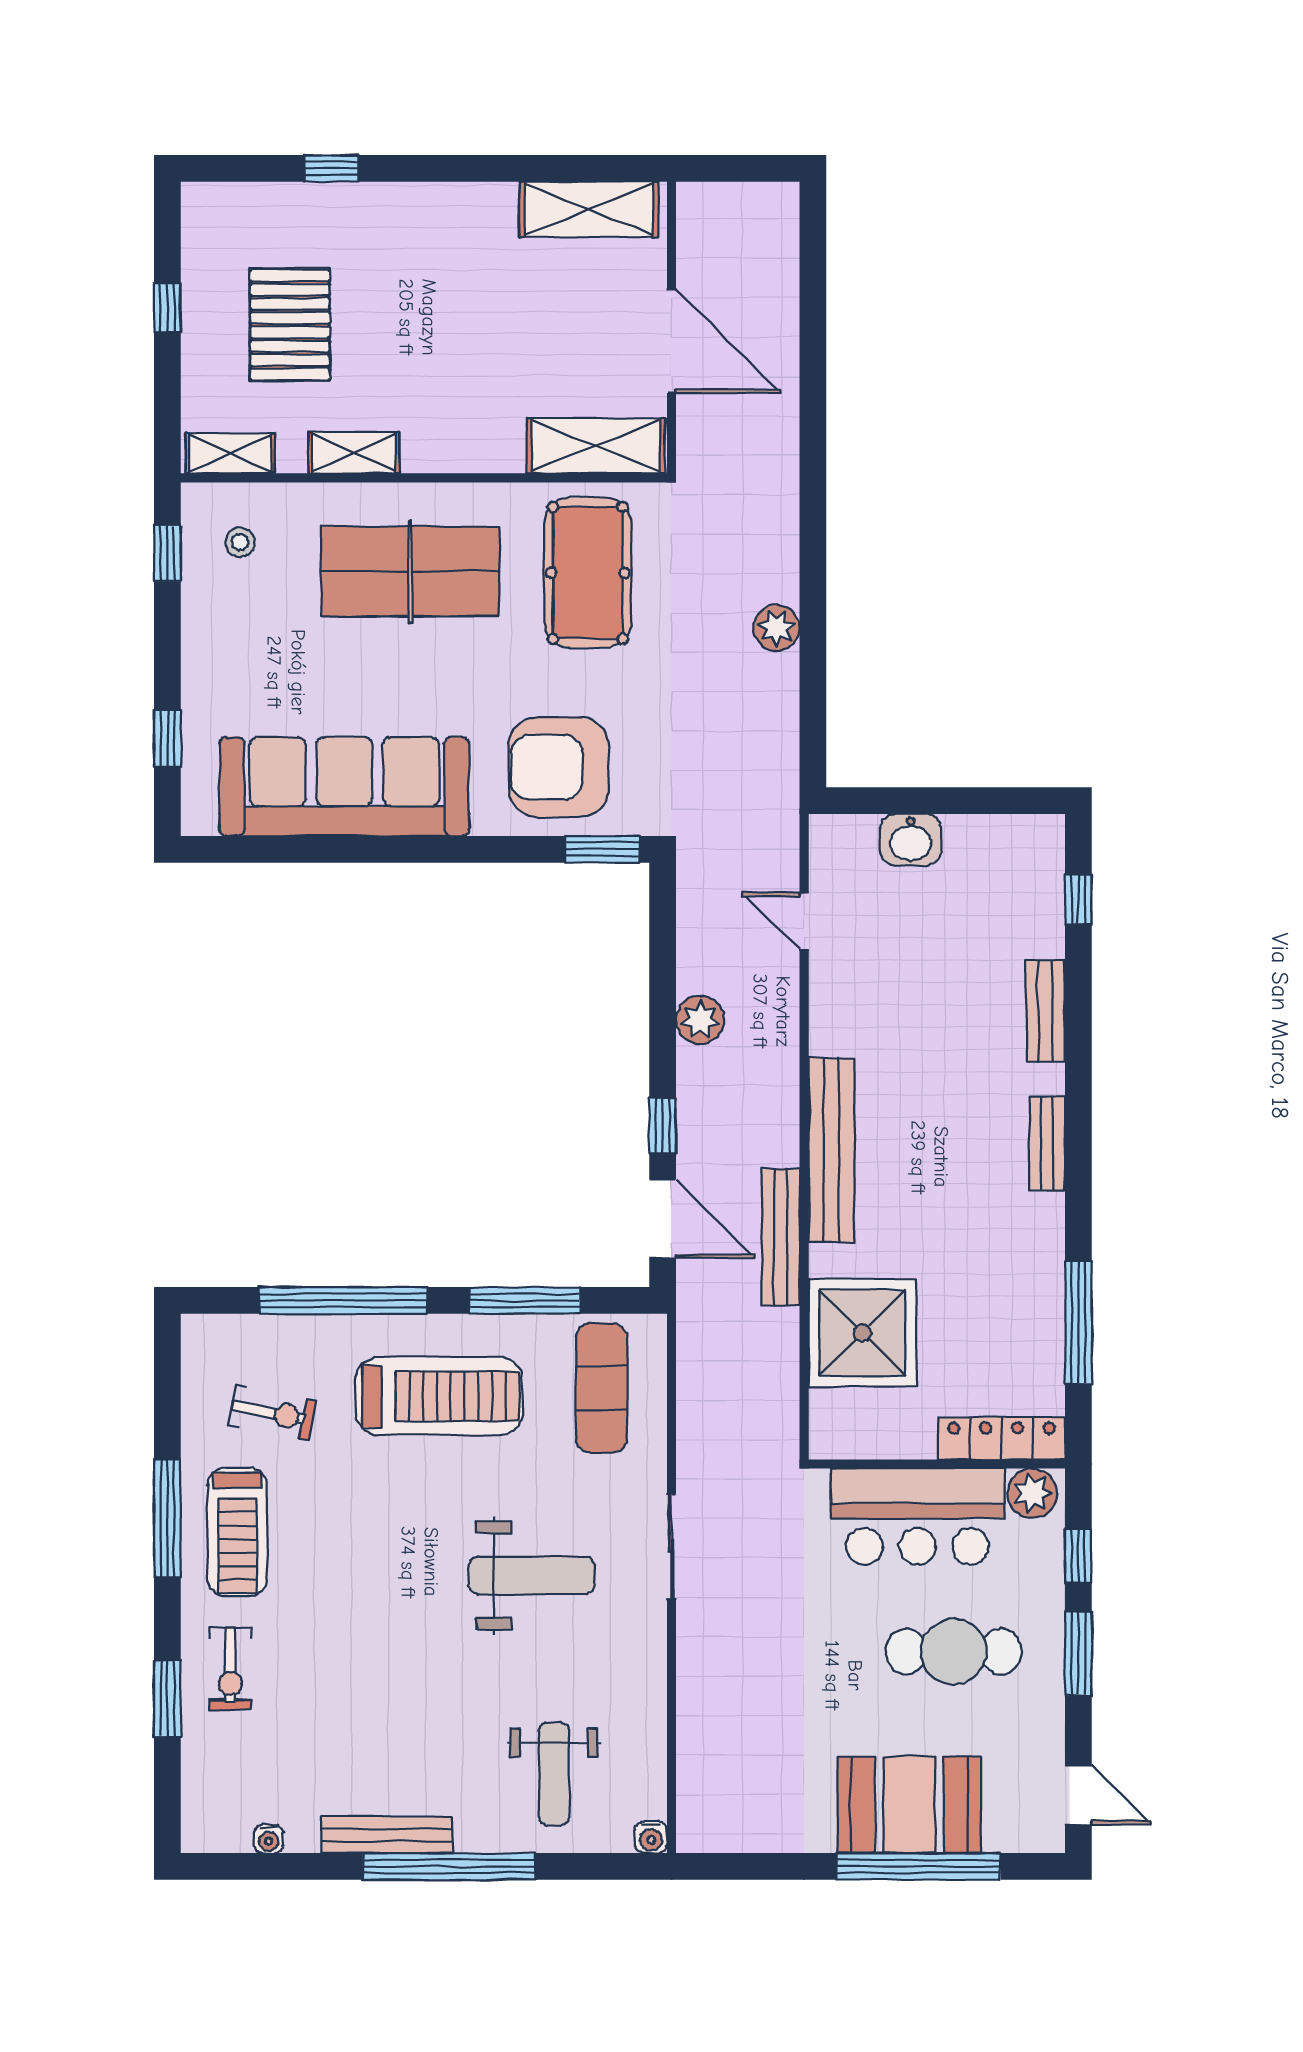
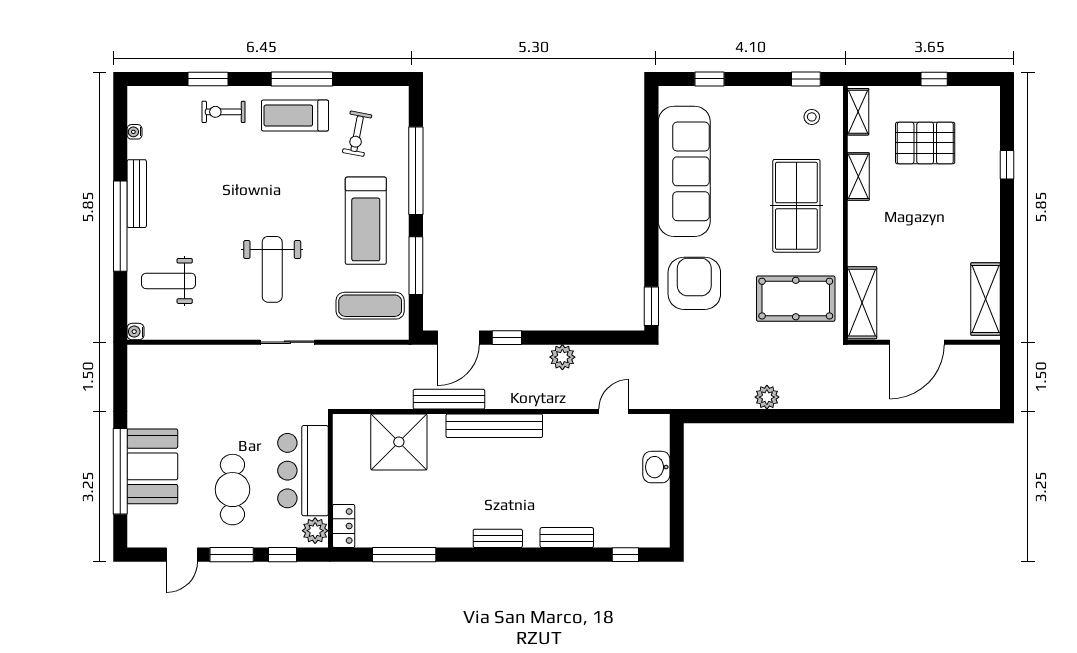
locker: (1002, 1439) -> (344, 526), width x0.66
door: (1078, 1795) -> (182, 555), moved

